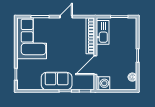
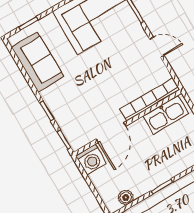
door: (95, 65) -> (111, 133), swing flipped
sofa: (57, 81) -> (38, 62), moved

